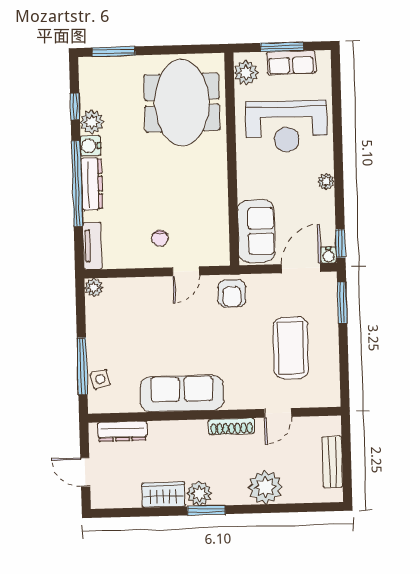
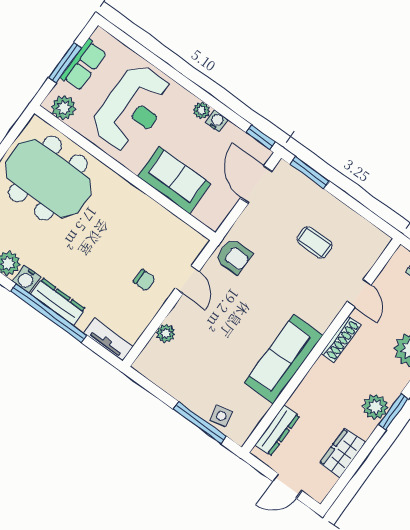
sofa: (256, 231) -> (174, 180), moved
water cooler: (329, 255) -> (217, 121), moved, turned -90
plant: (94, 288) -> (166, 333), moved
coffee table: (291, 348) -> (314, 242), width x0.54, depth x0.58
wardrobe: (164, 495) -> (342, 453), moved

